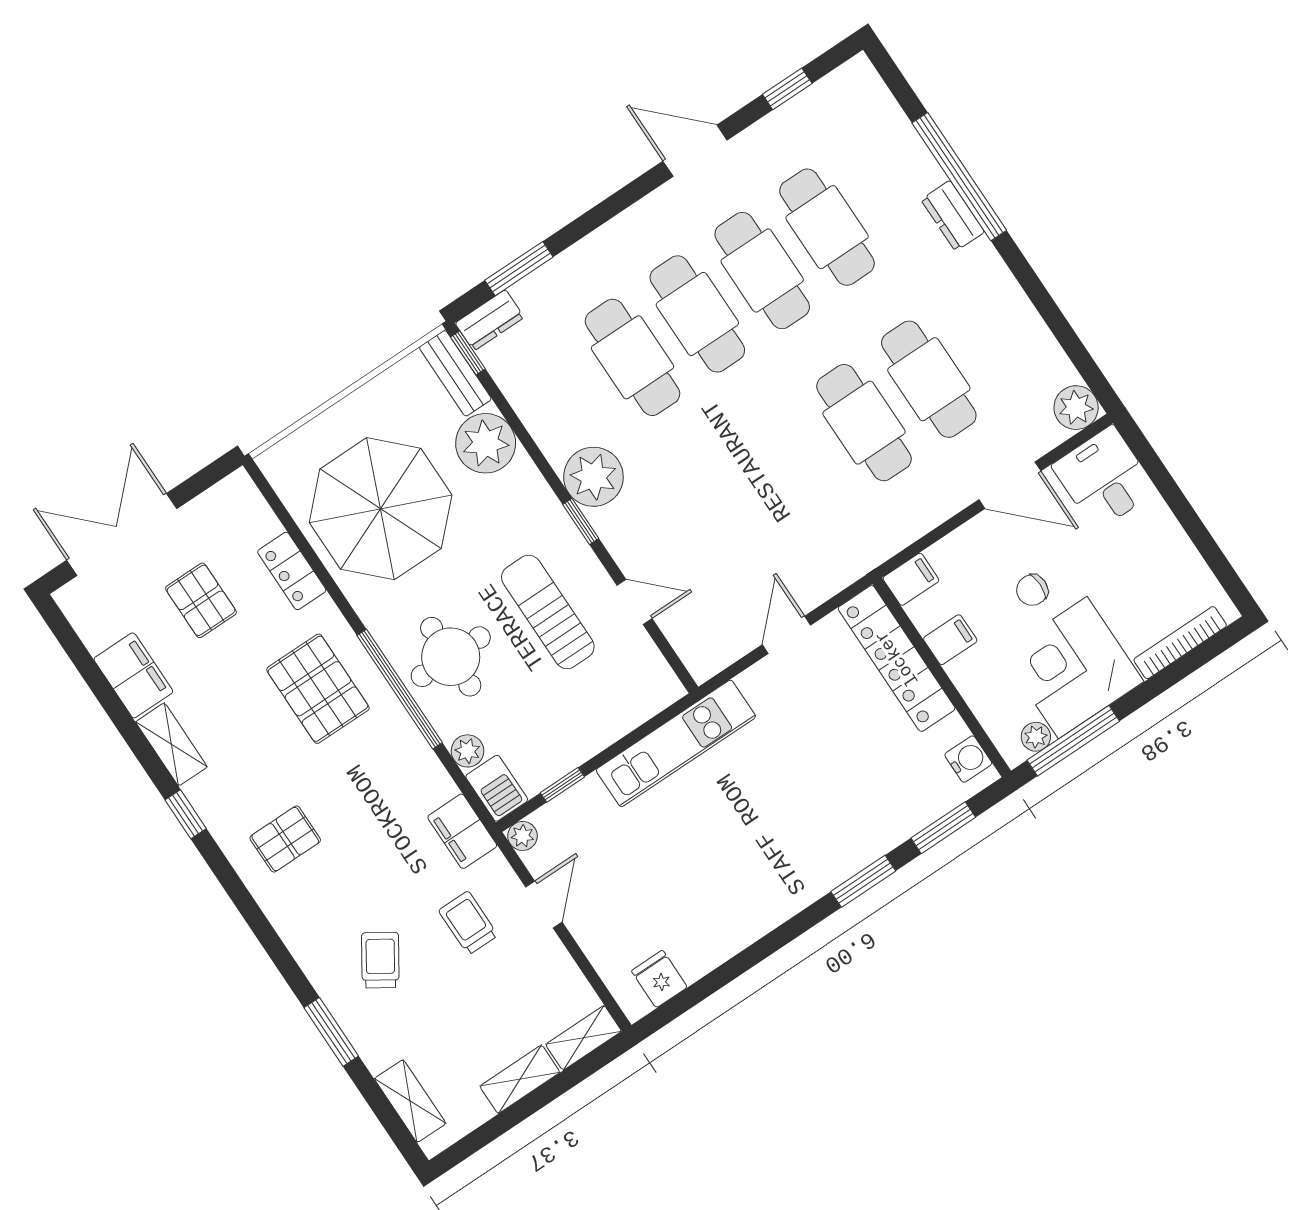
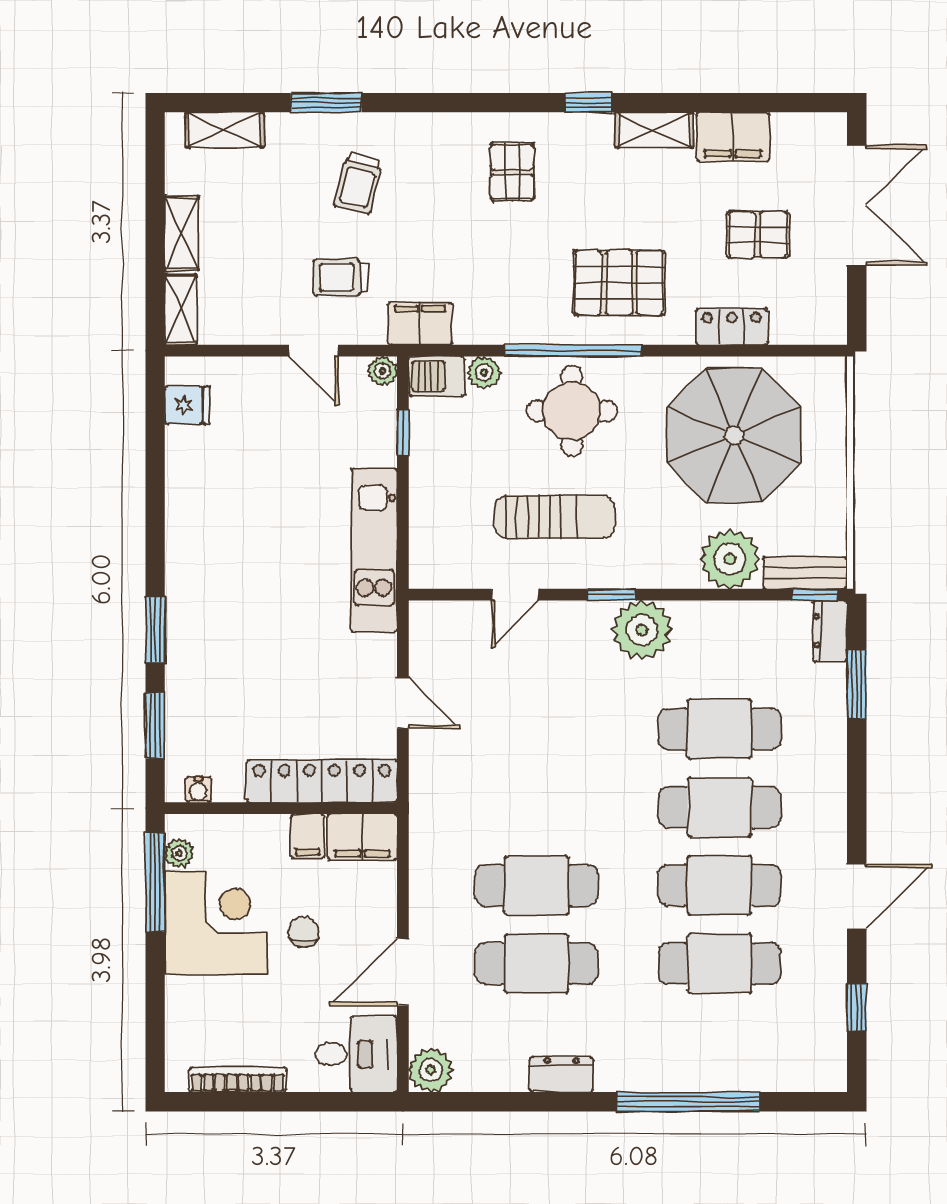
dresser: (953, 216) -> (562, 1074), moved
filing cabinet: (911, 579) -> (362, 837), width x2.00
bookcase: (1180, 643) -> (238, 1080), moved, turned -90
water cooler: (968, 759) -> (198, 790), width x0.72, depth x0.72
trolley: (468, 923) -> (341, 277), turned 180
trolley: (380, 960) -> (358, 183), turned 71

